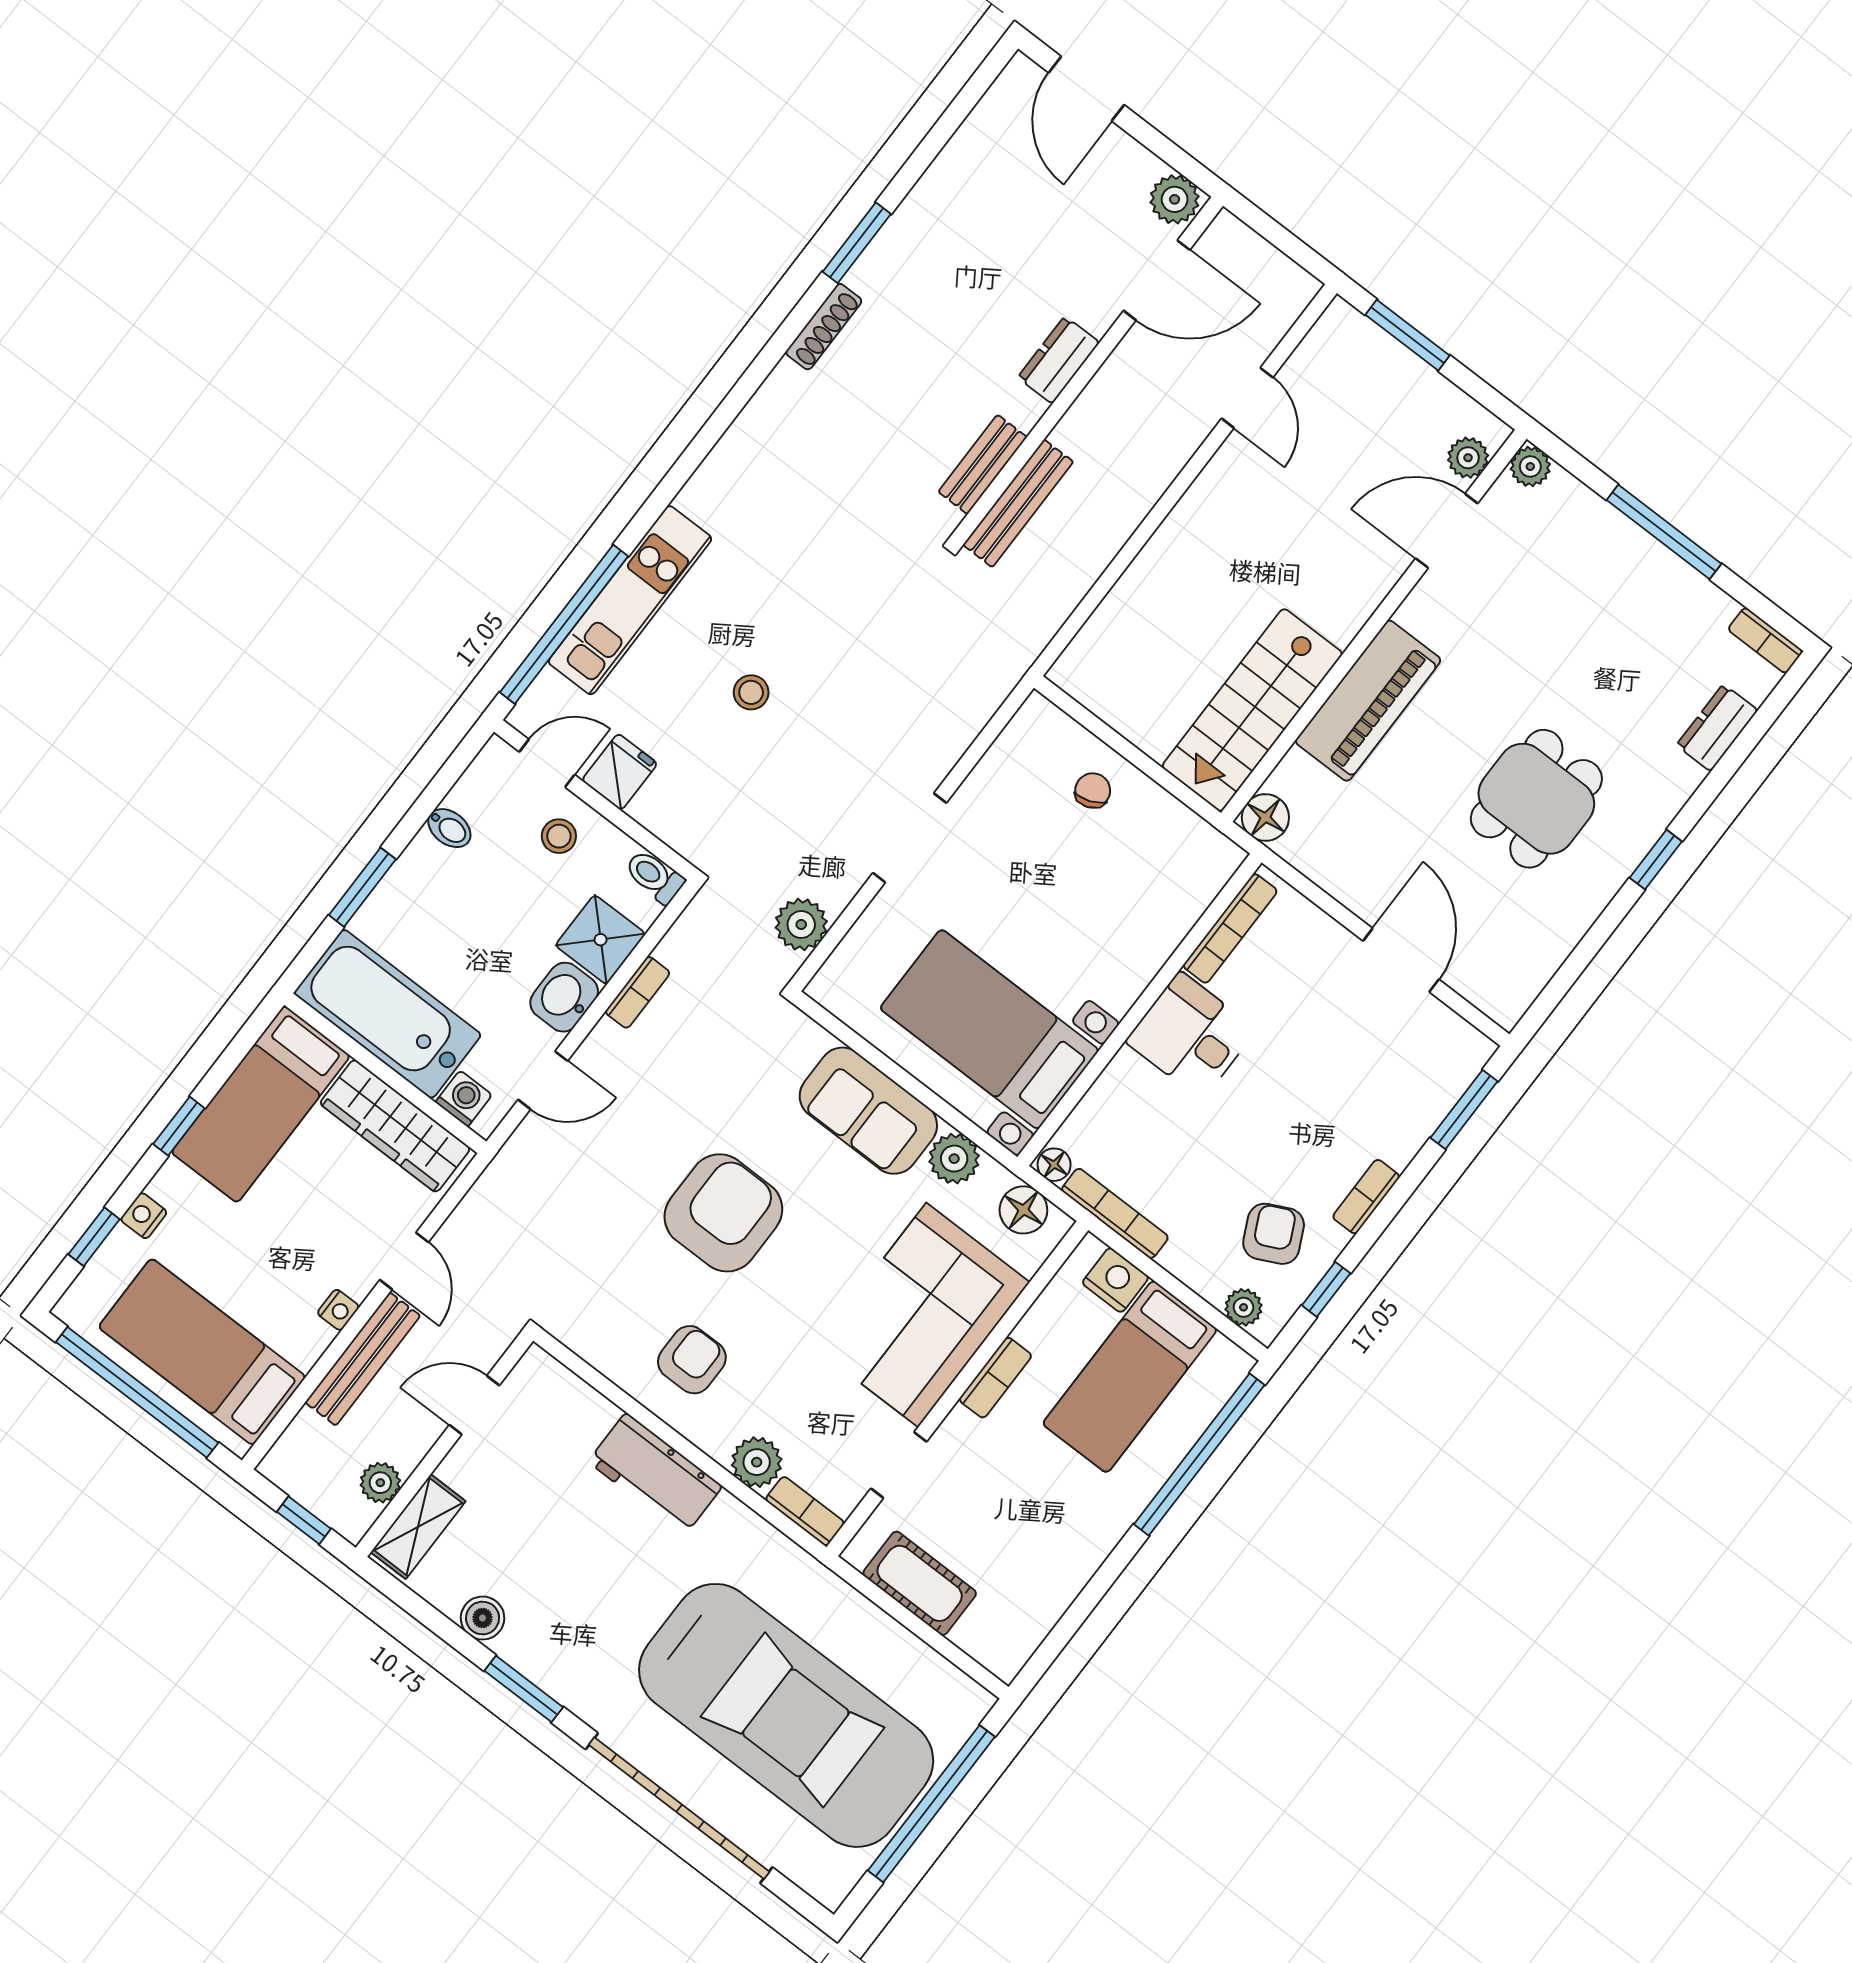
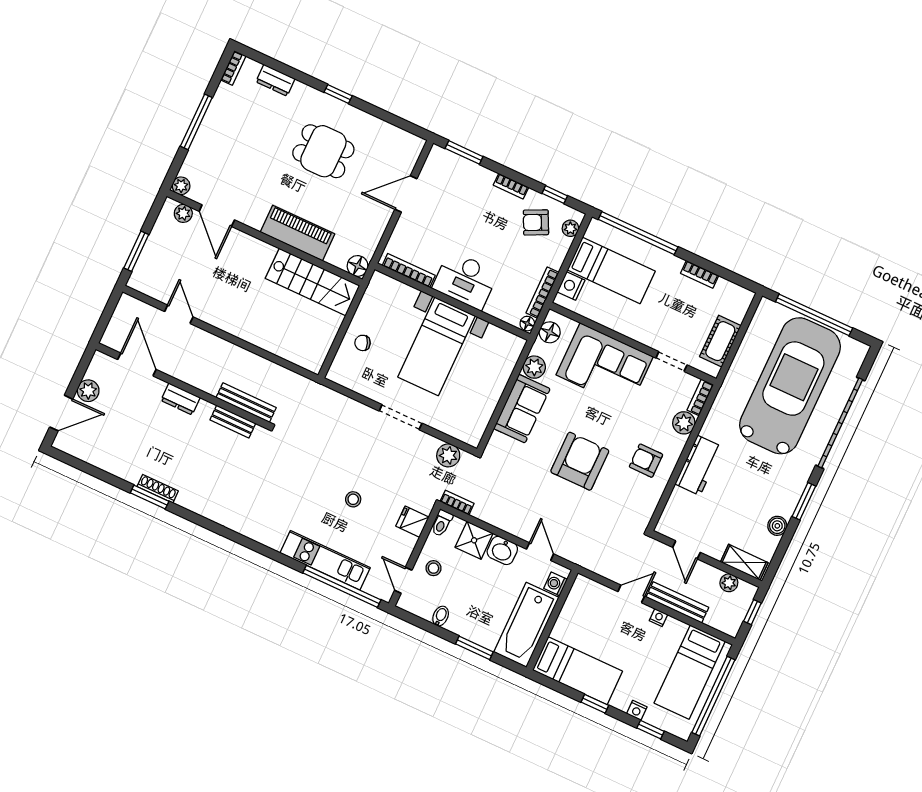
plant: (1175, 199) -> (88, 391), moved
shoe rack: (824, 327) -> (158, 489), moved
door: (1247, 398) -> (179, 314), hinge flipped
fridge: (620, 772) -> (412, 522), moved
bookcase: (638, 992) -> (457, 503), moved
bed with nightstands: (989, 1029) -> (437, 346), moved
desk: (1191, 1036) -> (465, 280), width x1.37
wardrobe: (395, 1126) -> (574, 611), removed
armchair: (723, 1213) -> (580, 461), turned 90
bookcase: (995, 1378) -> (700, 274), moved, turned 180

